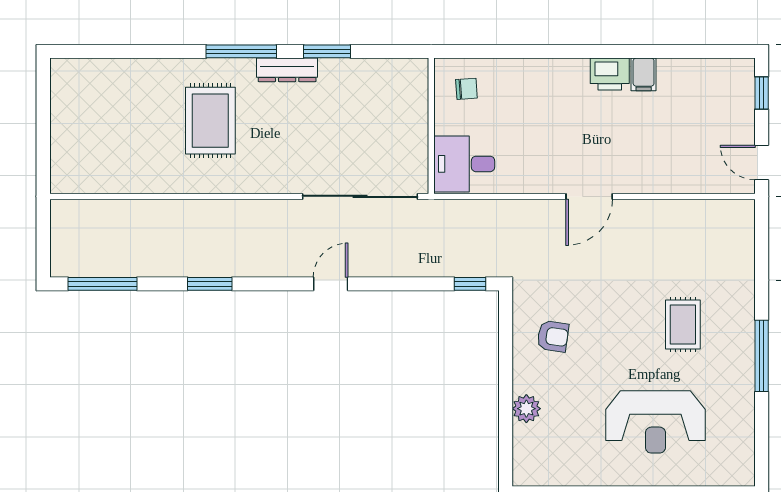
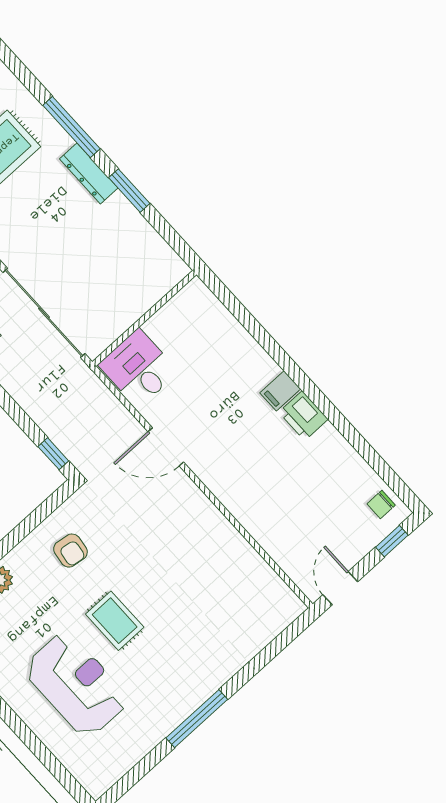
filing cabinet: (644, 74) -> (280, 391), moved
chair: (466, 89) -> (381, 504), moved, turned 94
door: (589, 196) -> (166, 447), moved
rug: (683, 325) -> (115, 621), moved, turned 90
reception desk: (655, 422) -> (76, 684), turned 180

